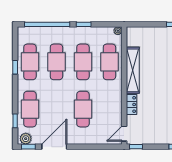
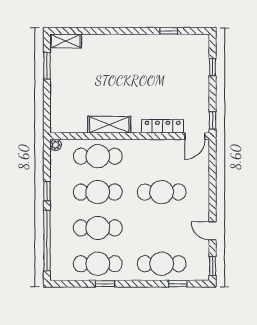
shelving: (133, 70) -> (109, 125), width x0.68
locker: (132, 104) -> (163, 126), width x1.53
door: (124, 134) -> (195, 136), hinge flipped
plant: (26, 139) -> (202, 269), removed
door: (54, 147) -> (213, 231), width x0.53

